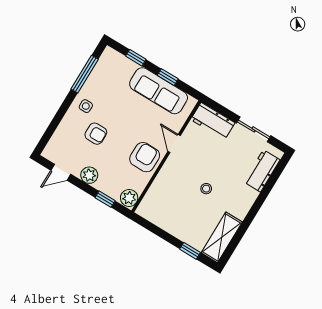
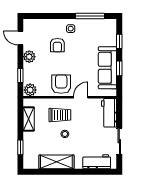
armchair: (145, 157) -> (61, 84), turned -90
trolley: (180, 181) -> (60, 115), added
shelving: (162, 221) -> (29, 119), added
shelving: (222, 237) -> (56, 162), moved

